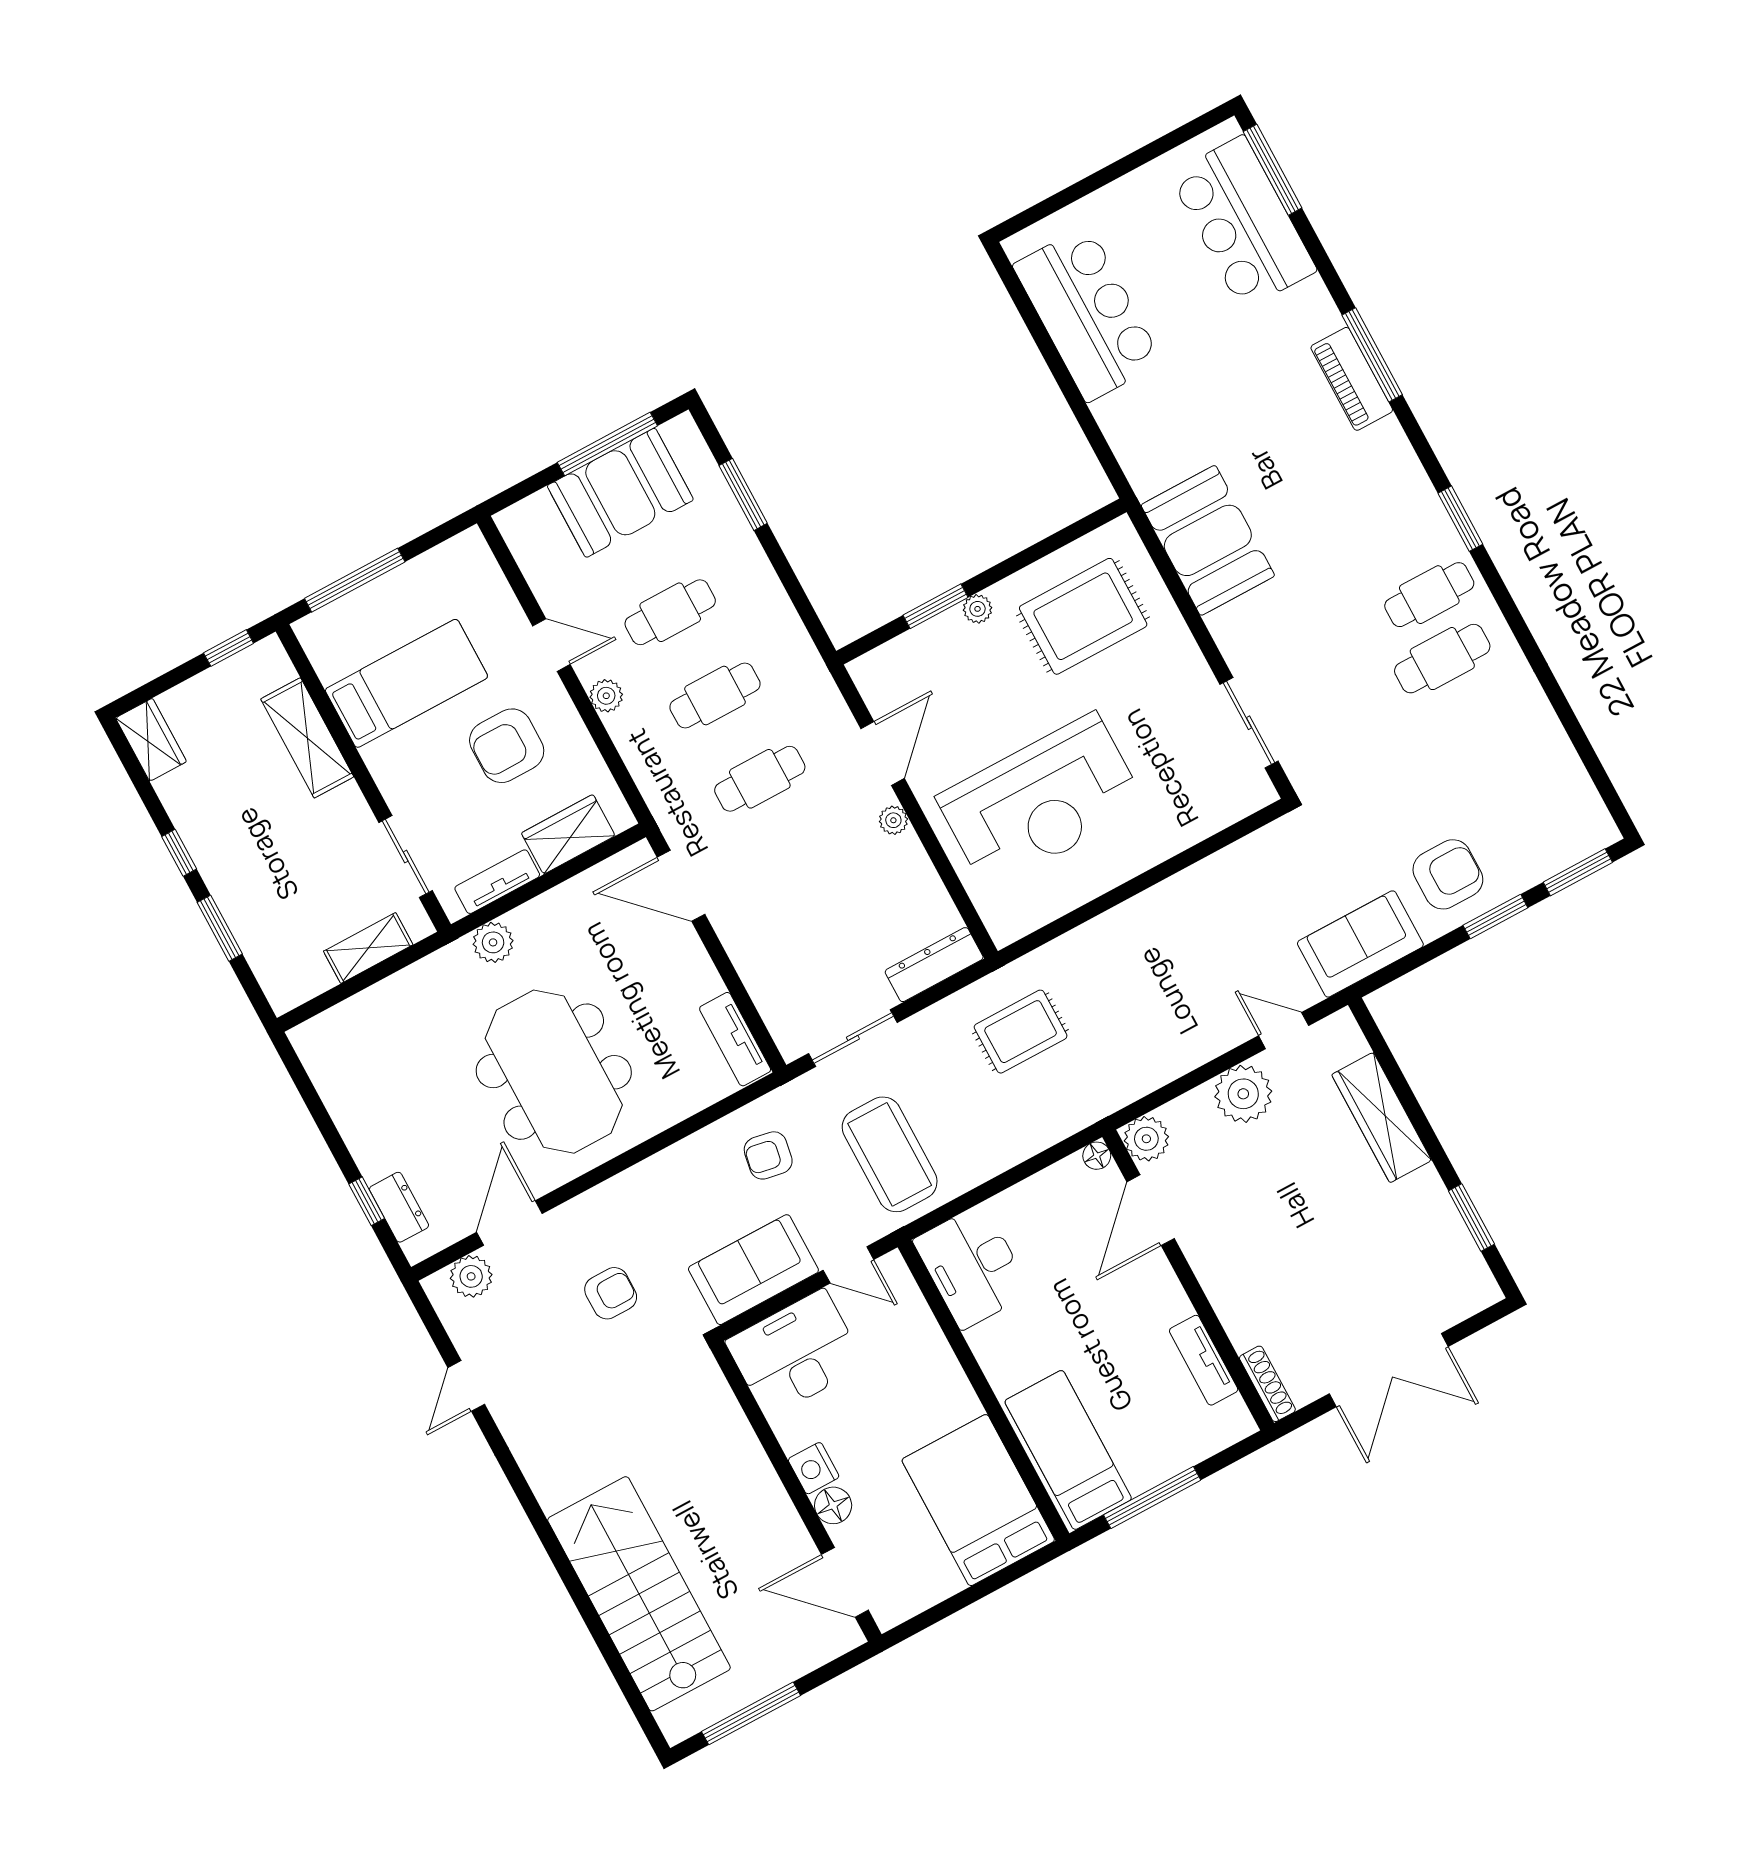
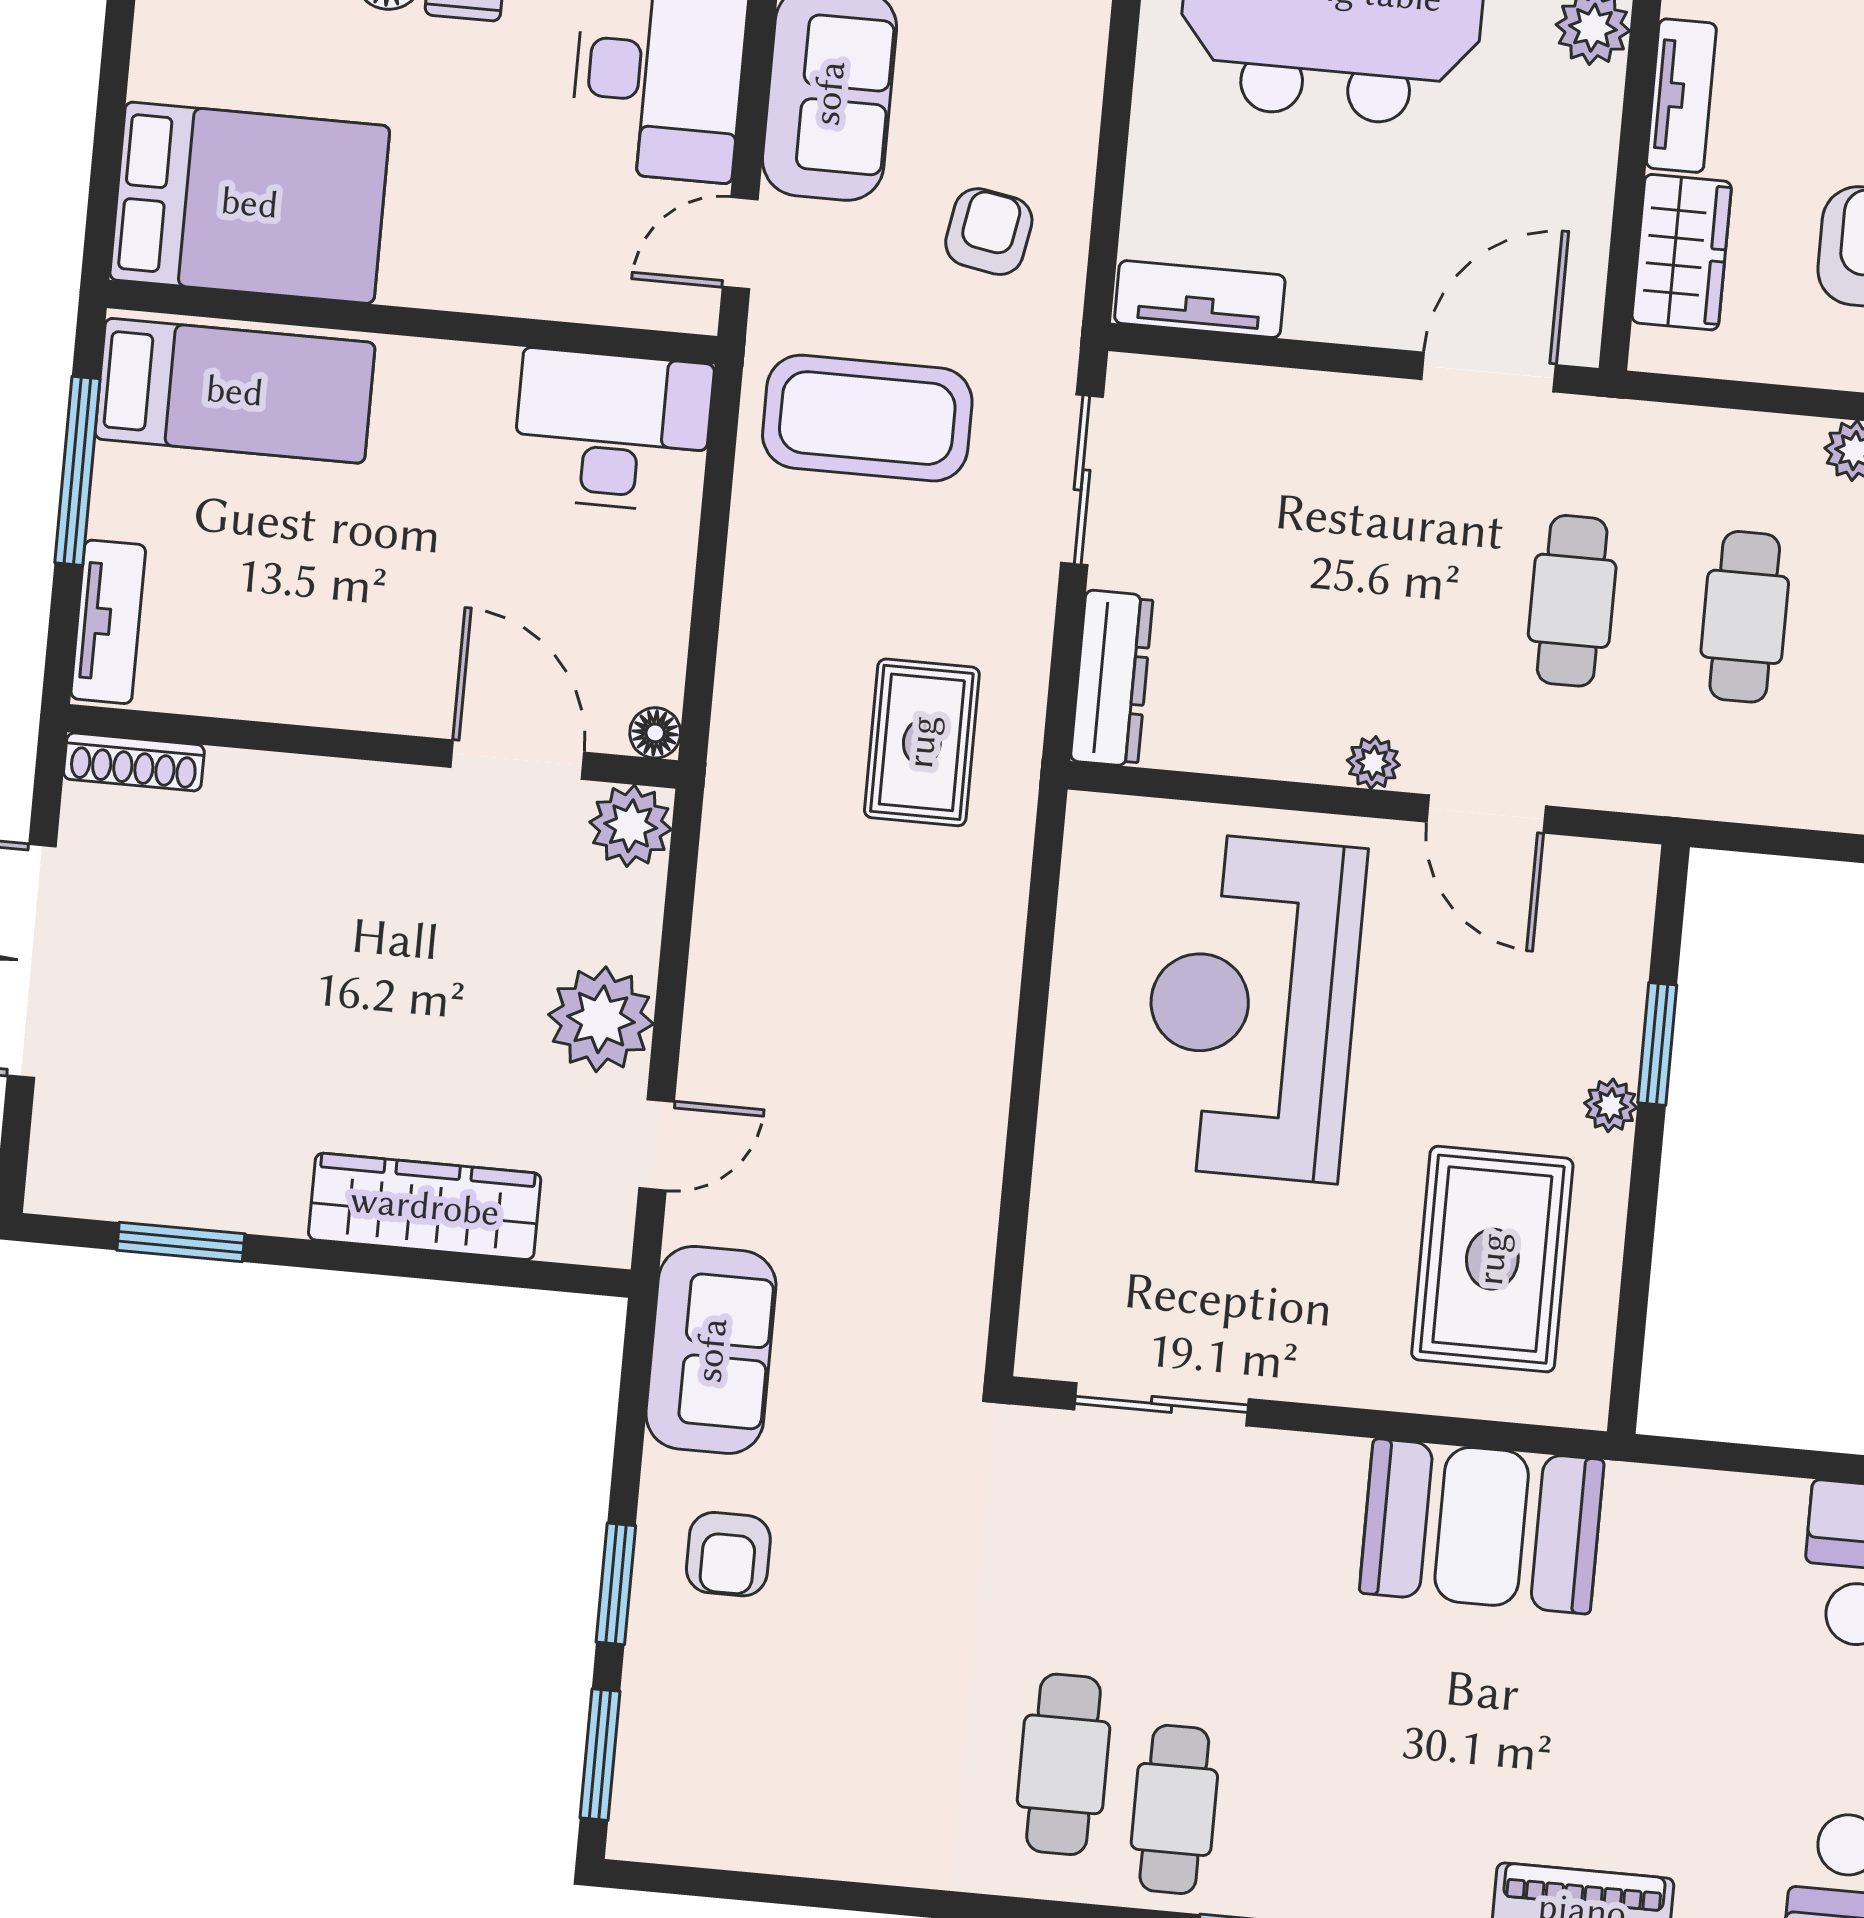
armchair: (1448, 874) -> (728, 1554), width x0.72, depth x0.72
tv unit: (1204, 1360) -> (108, 622), moved, turned 90

